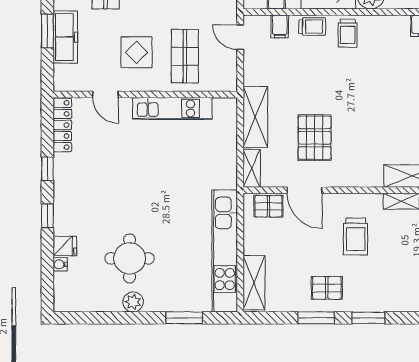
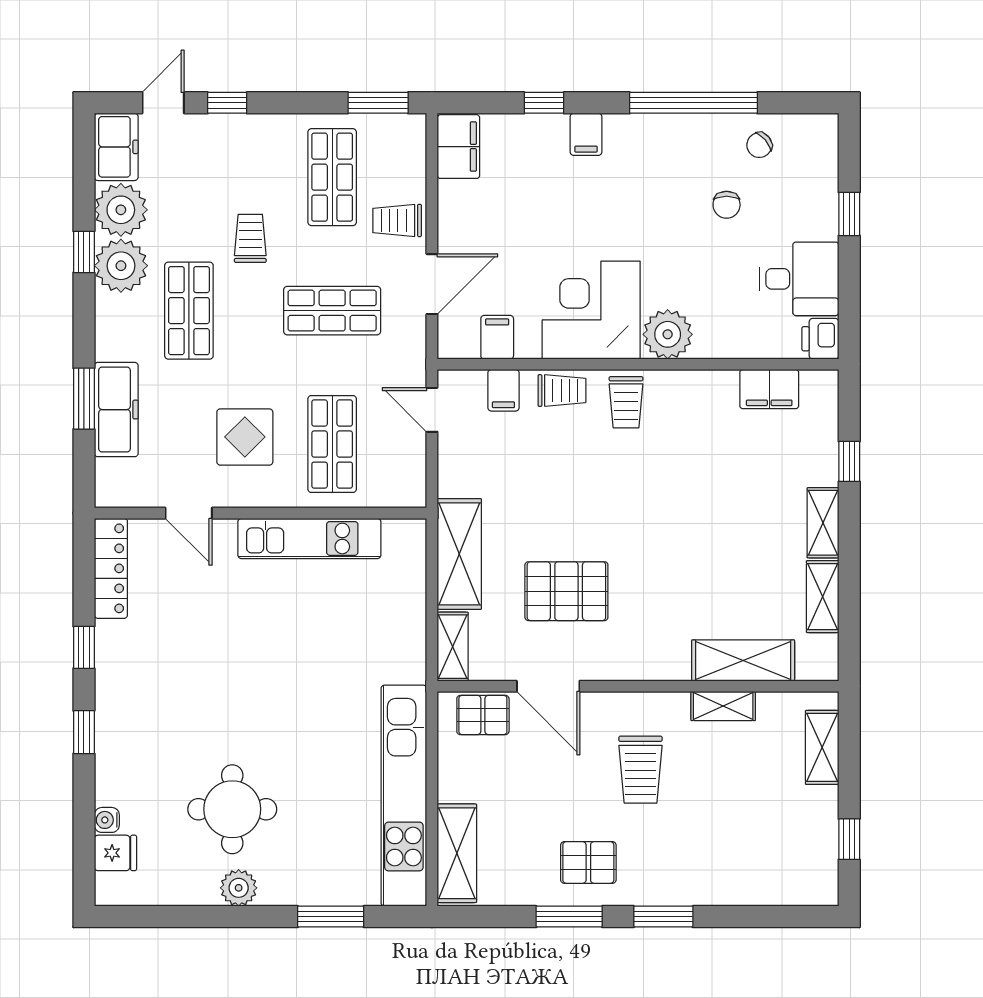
pallet: (315, 138) -> (566, 591), turned 90
fridge: (65, 246) -> (115, 853), moved

